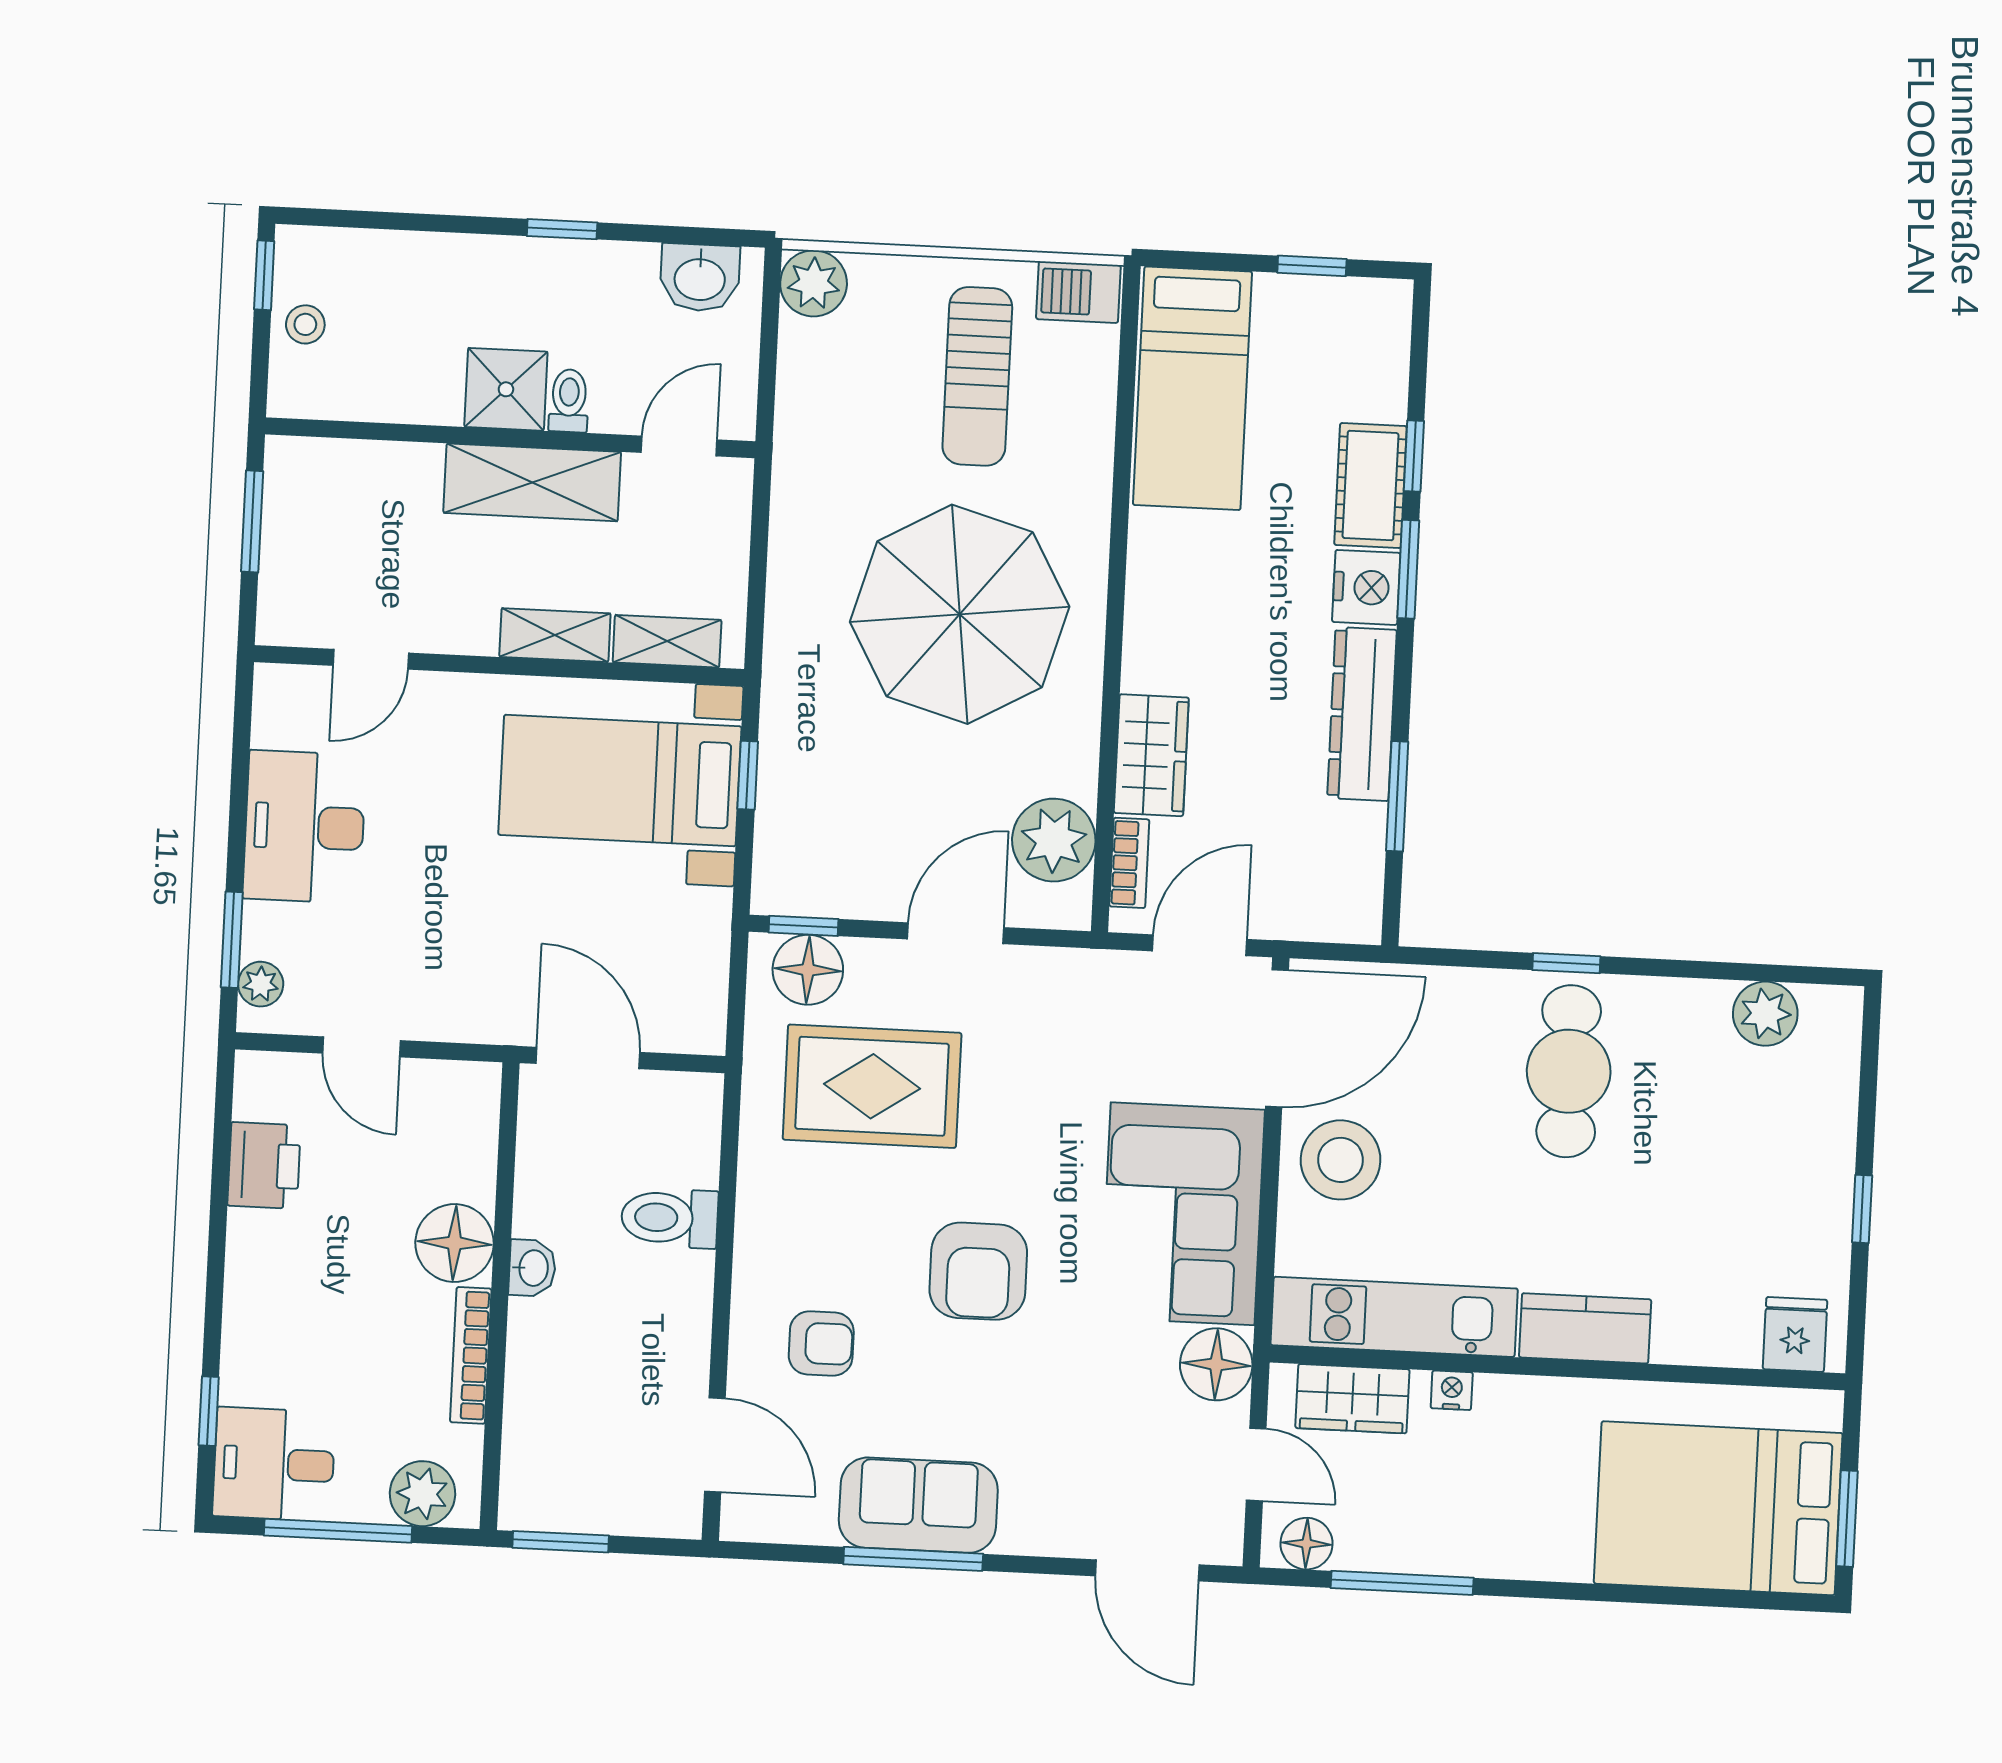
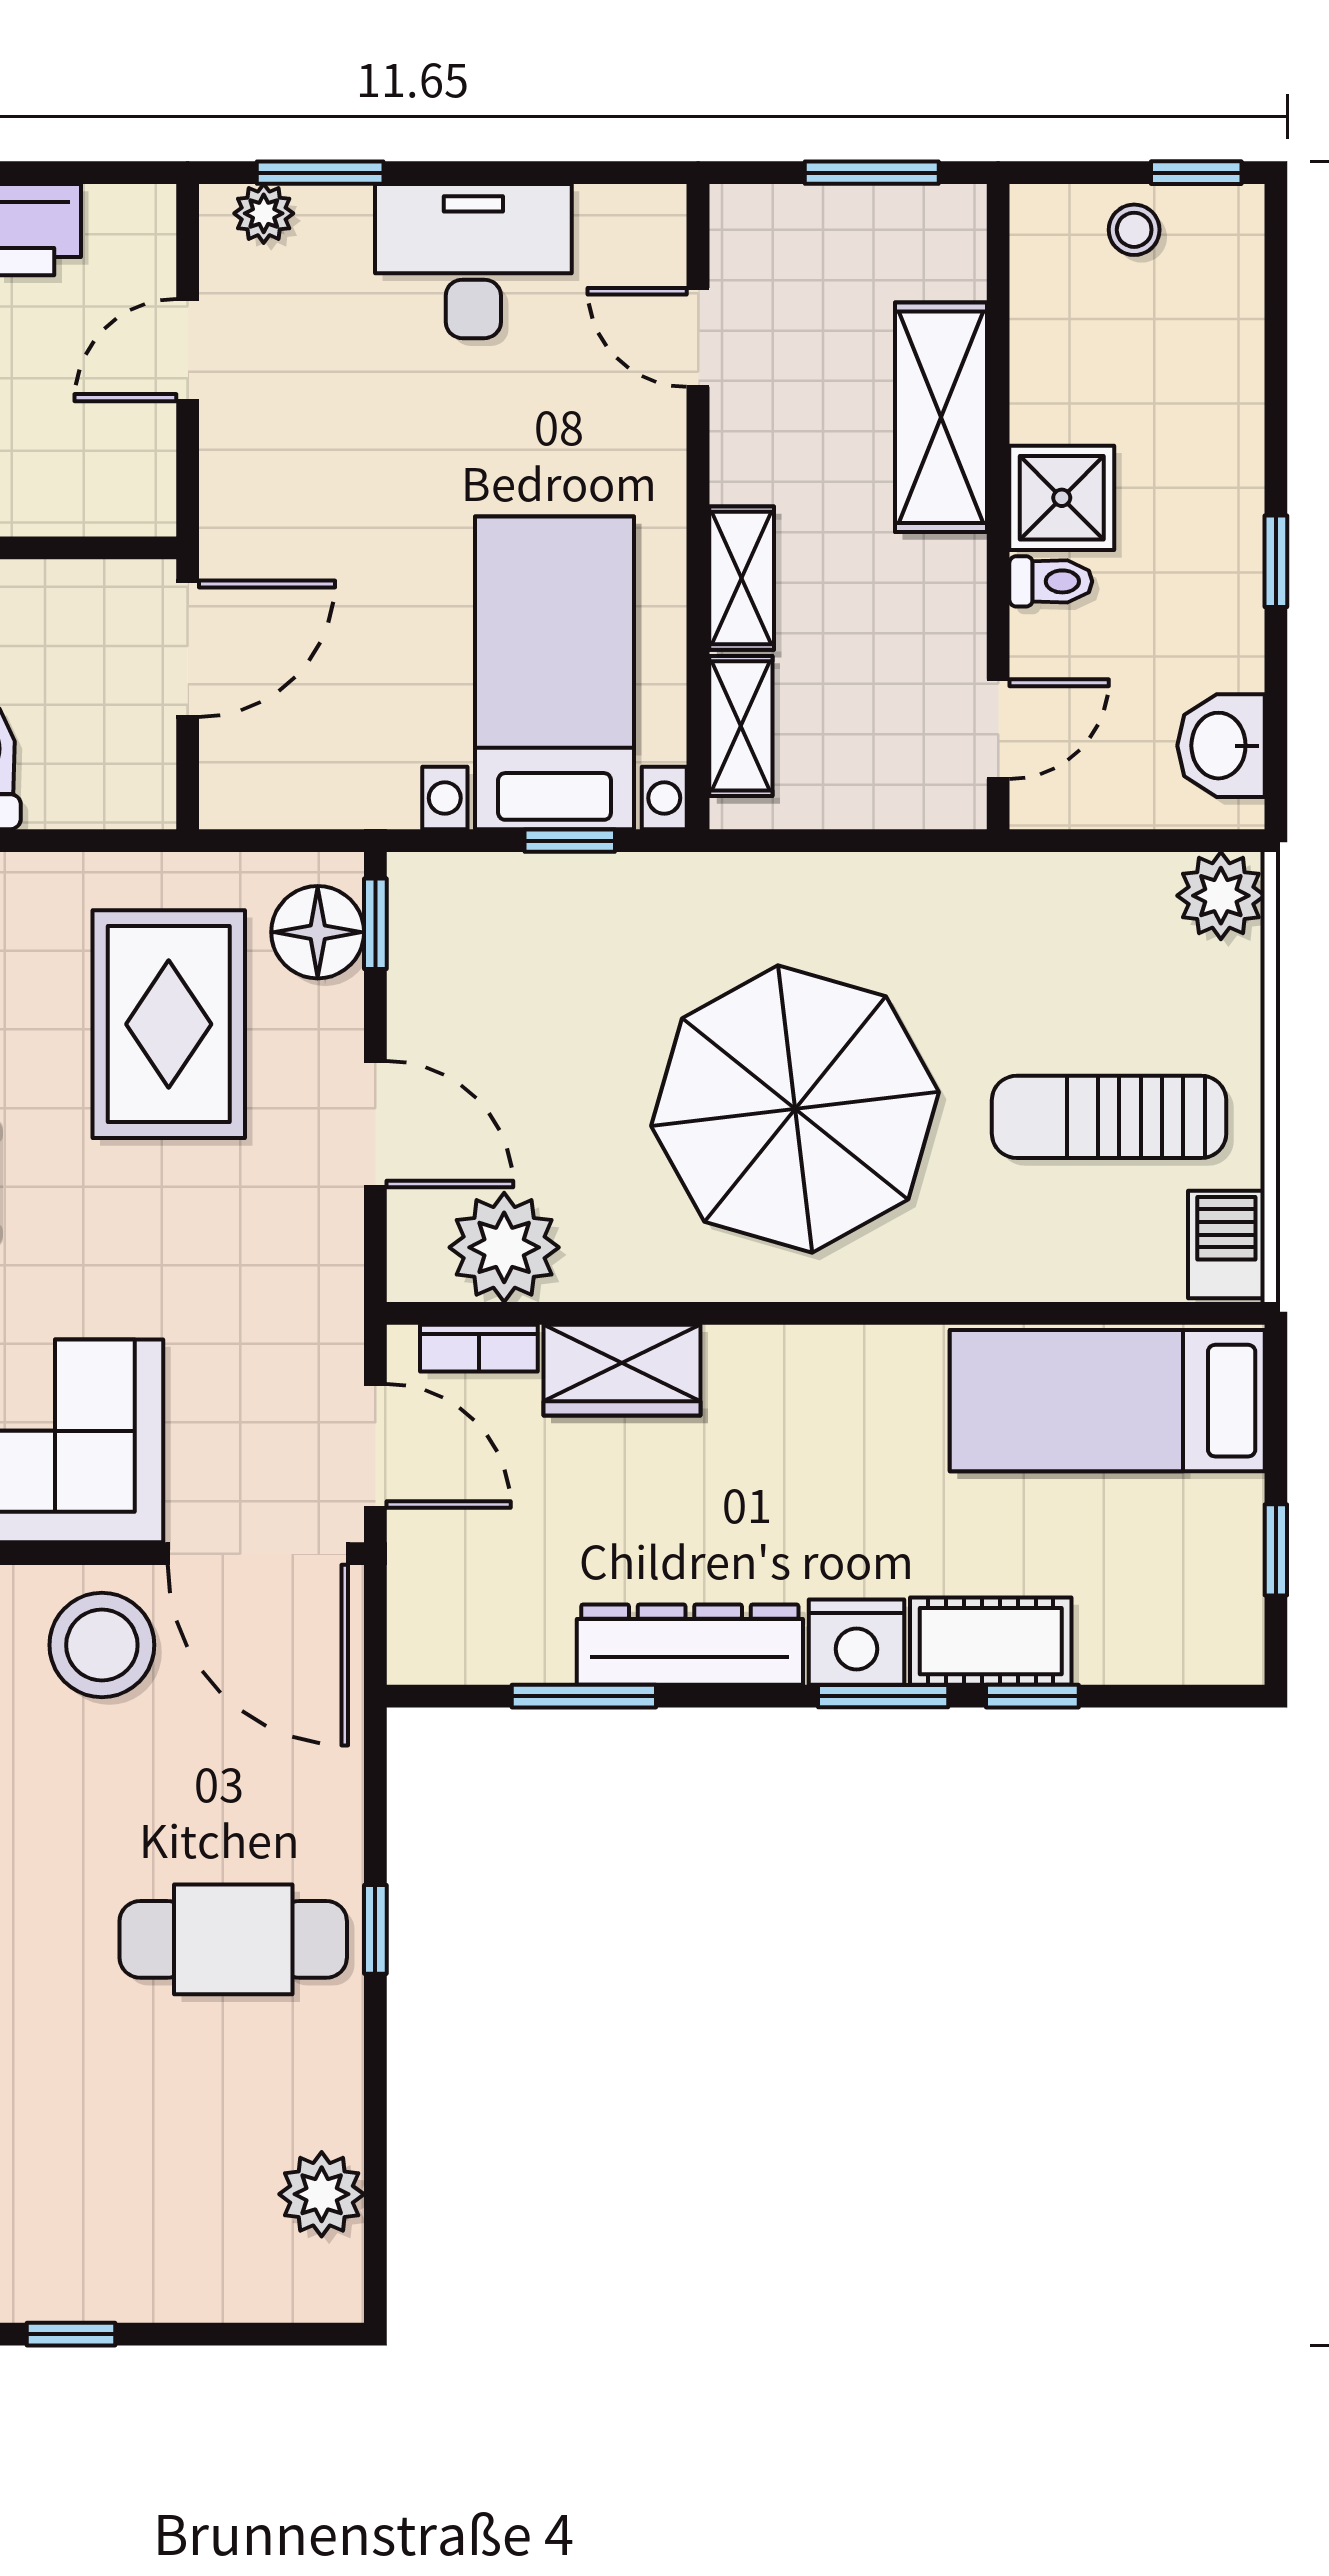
door: (679, 446) -> (998, 729), hinge flipped
shelving: (532, 482) -> (941, 417), moved

